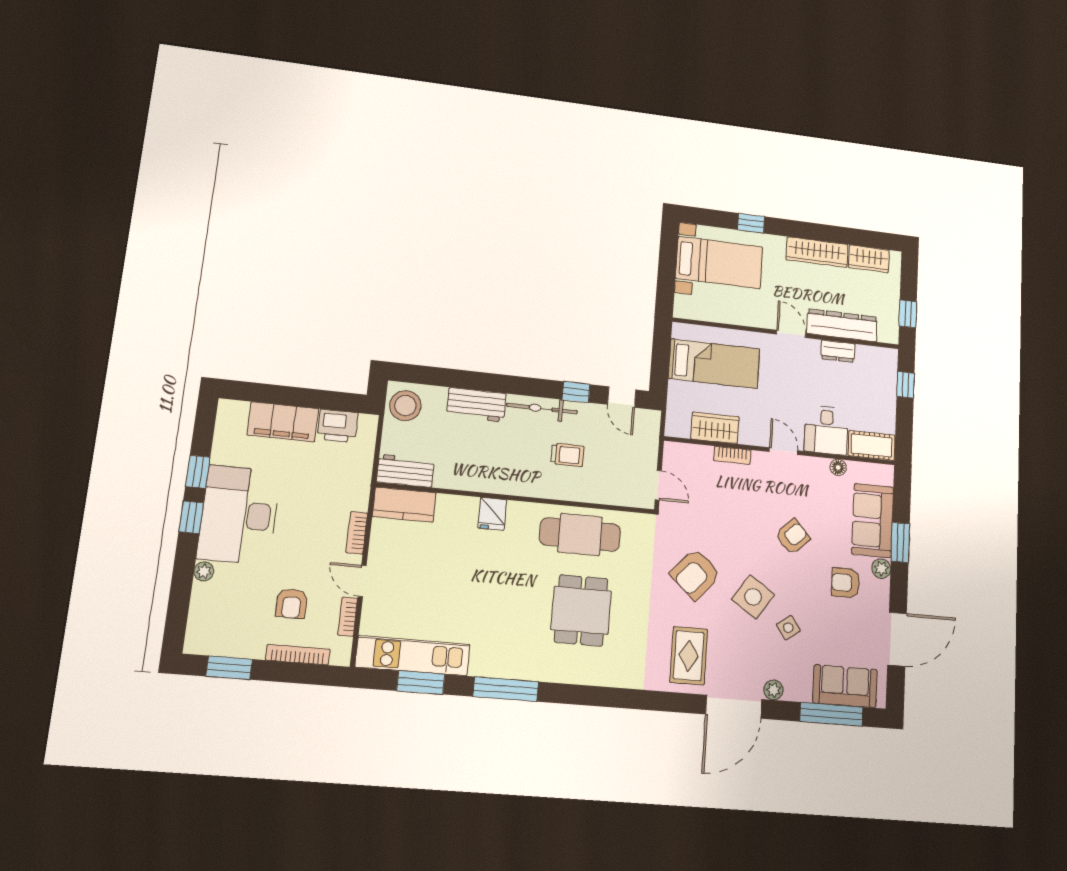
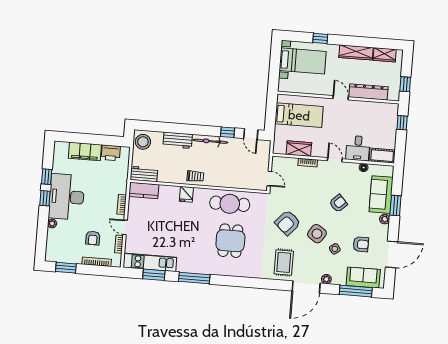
dresser: (838, 351) -> (366, 106), removed
trolley: (567, 455) -> (195, 176), moved
armchair: (846, 583) -> (361, 244), moved, turned 180

